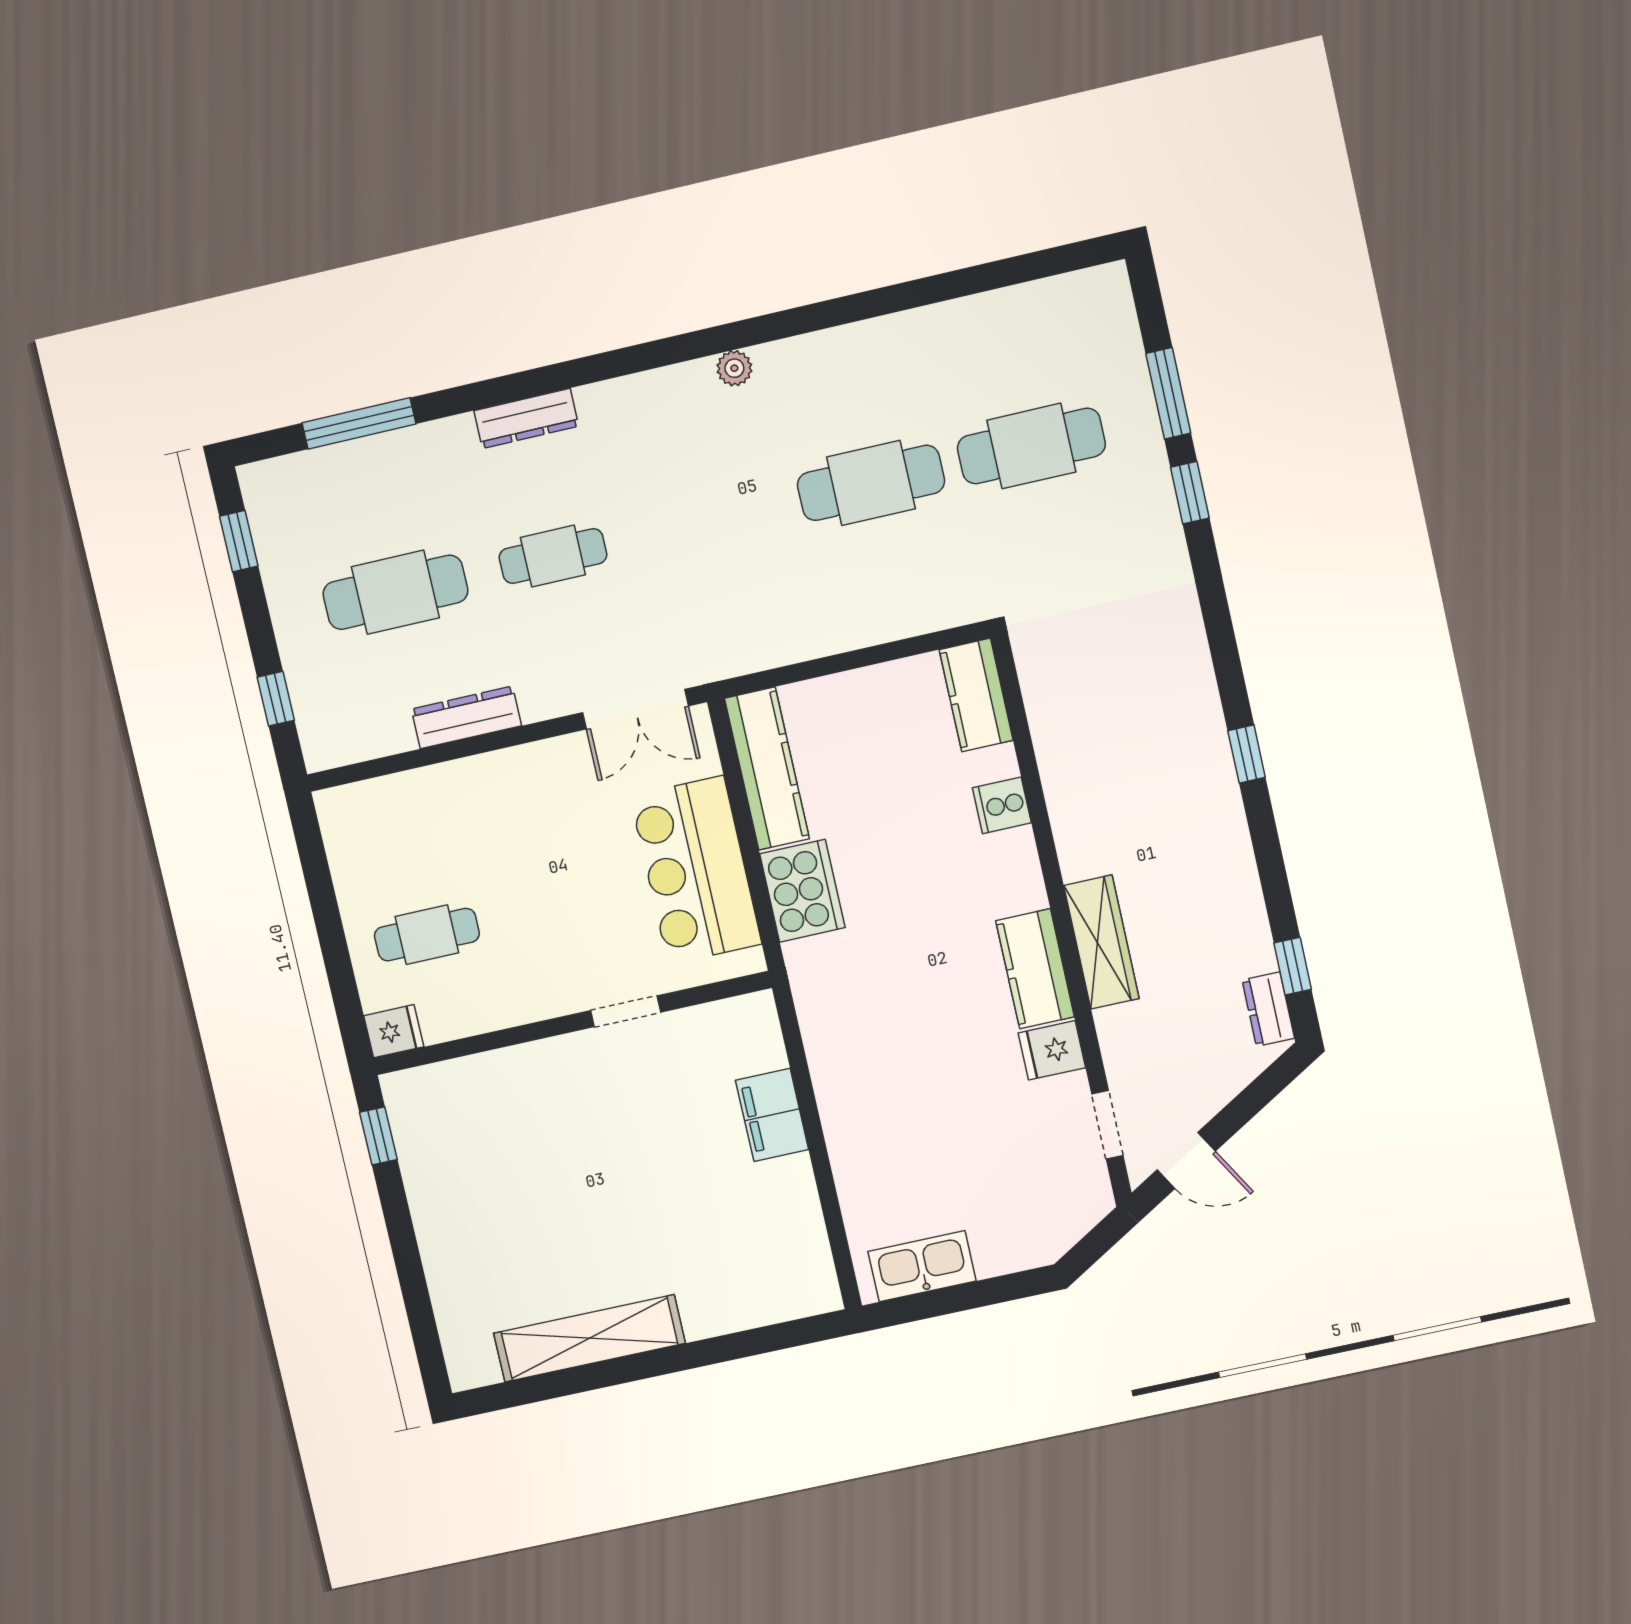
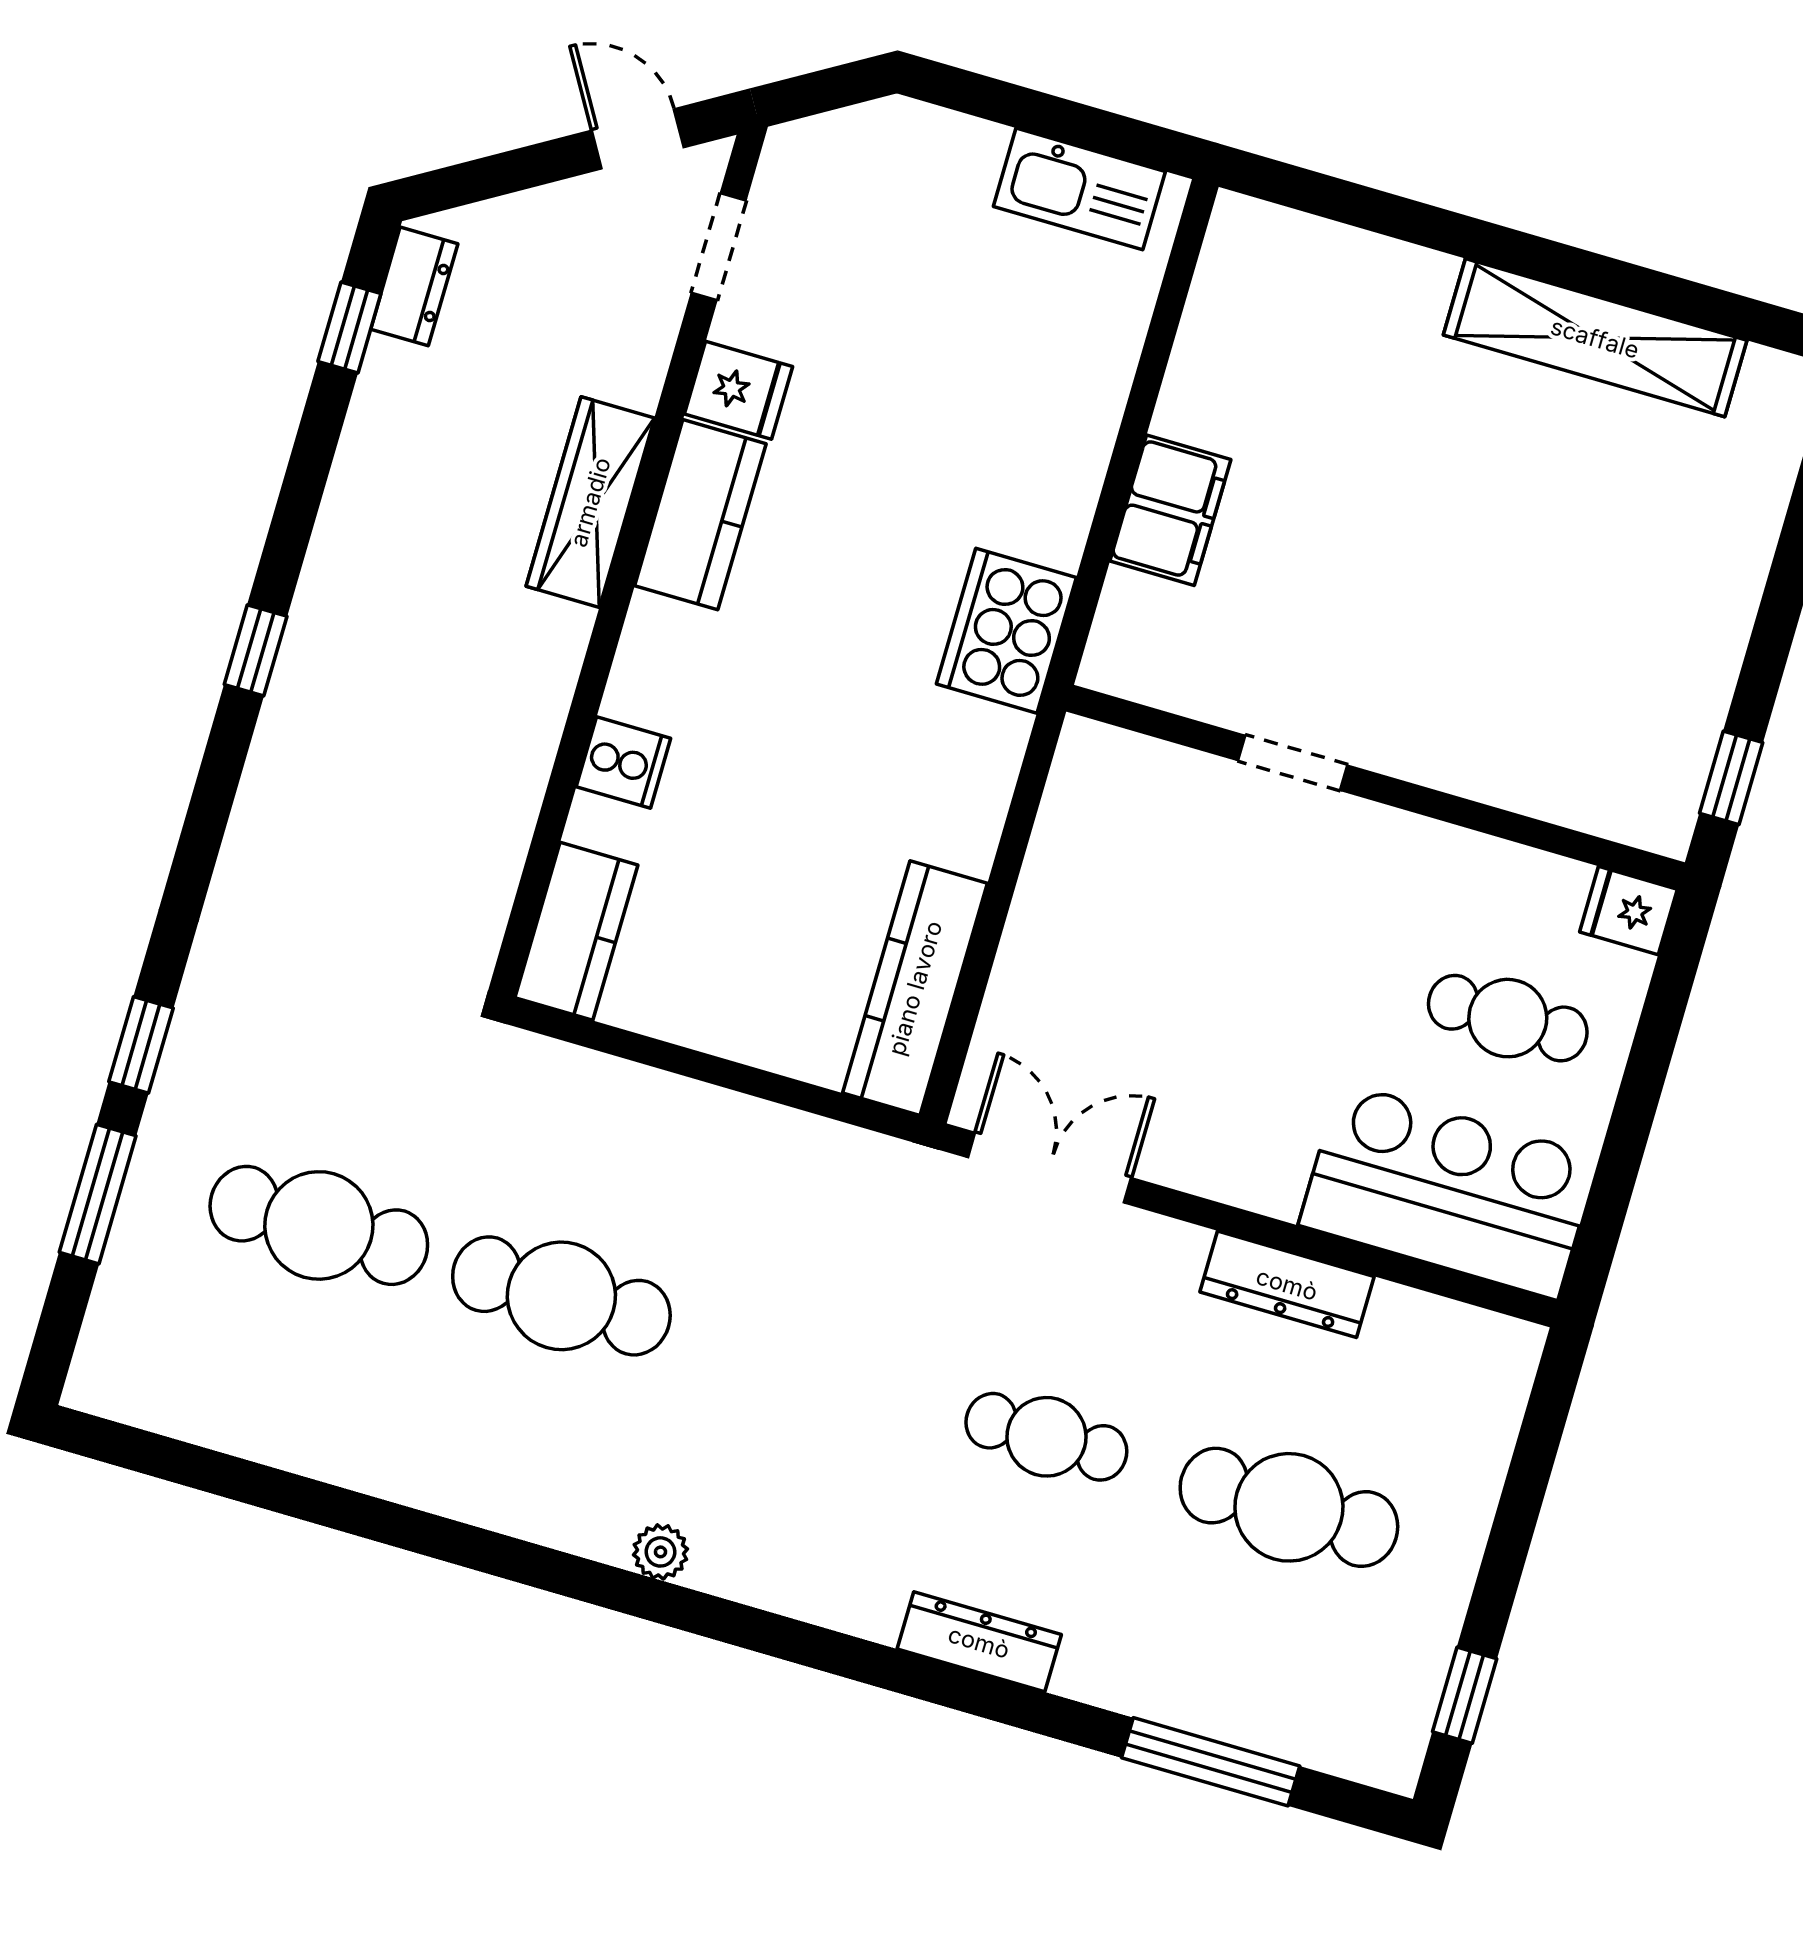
window: (276, 699) -> (1535, 1454), removed
bar counter: (696, 870) -> (1449, 1191), moved, turned -90
cooker: (802, 891) -> (1006, 631), moved

